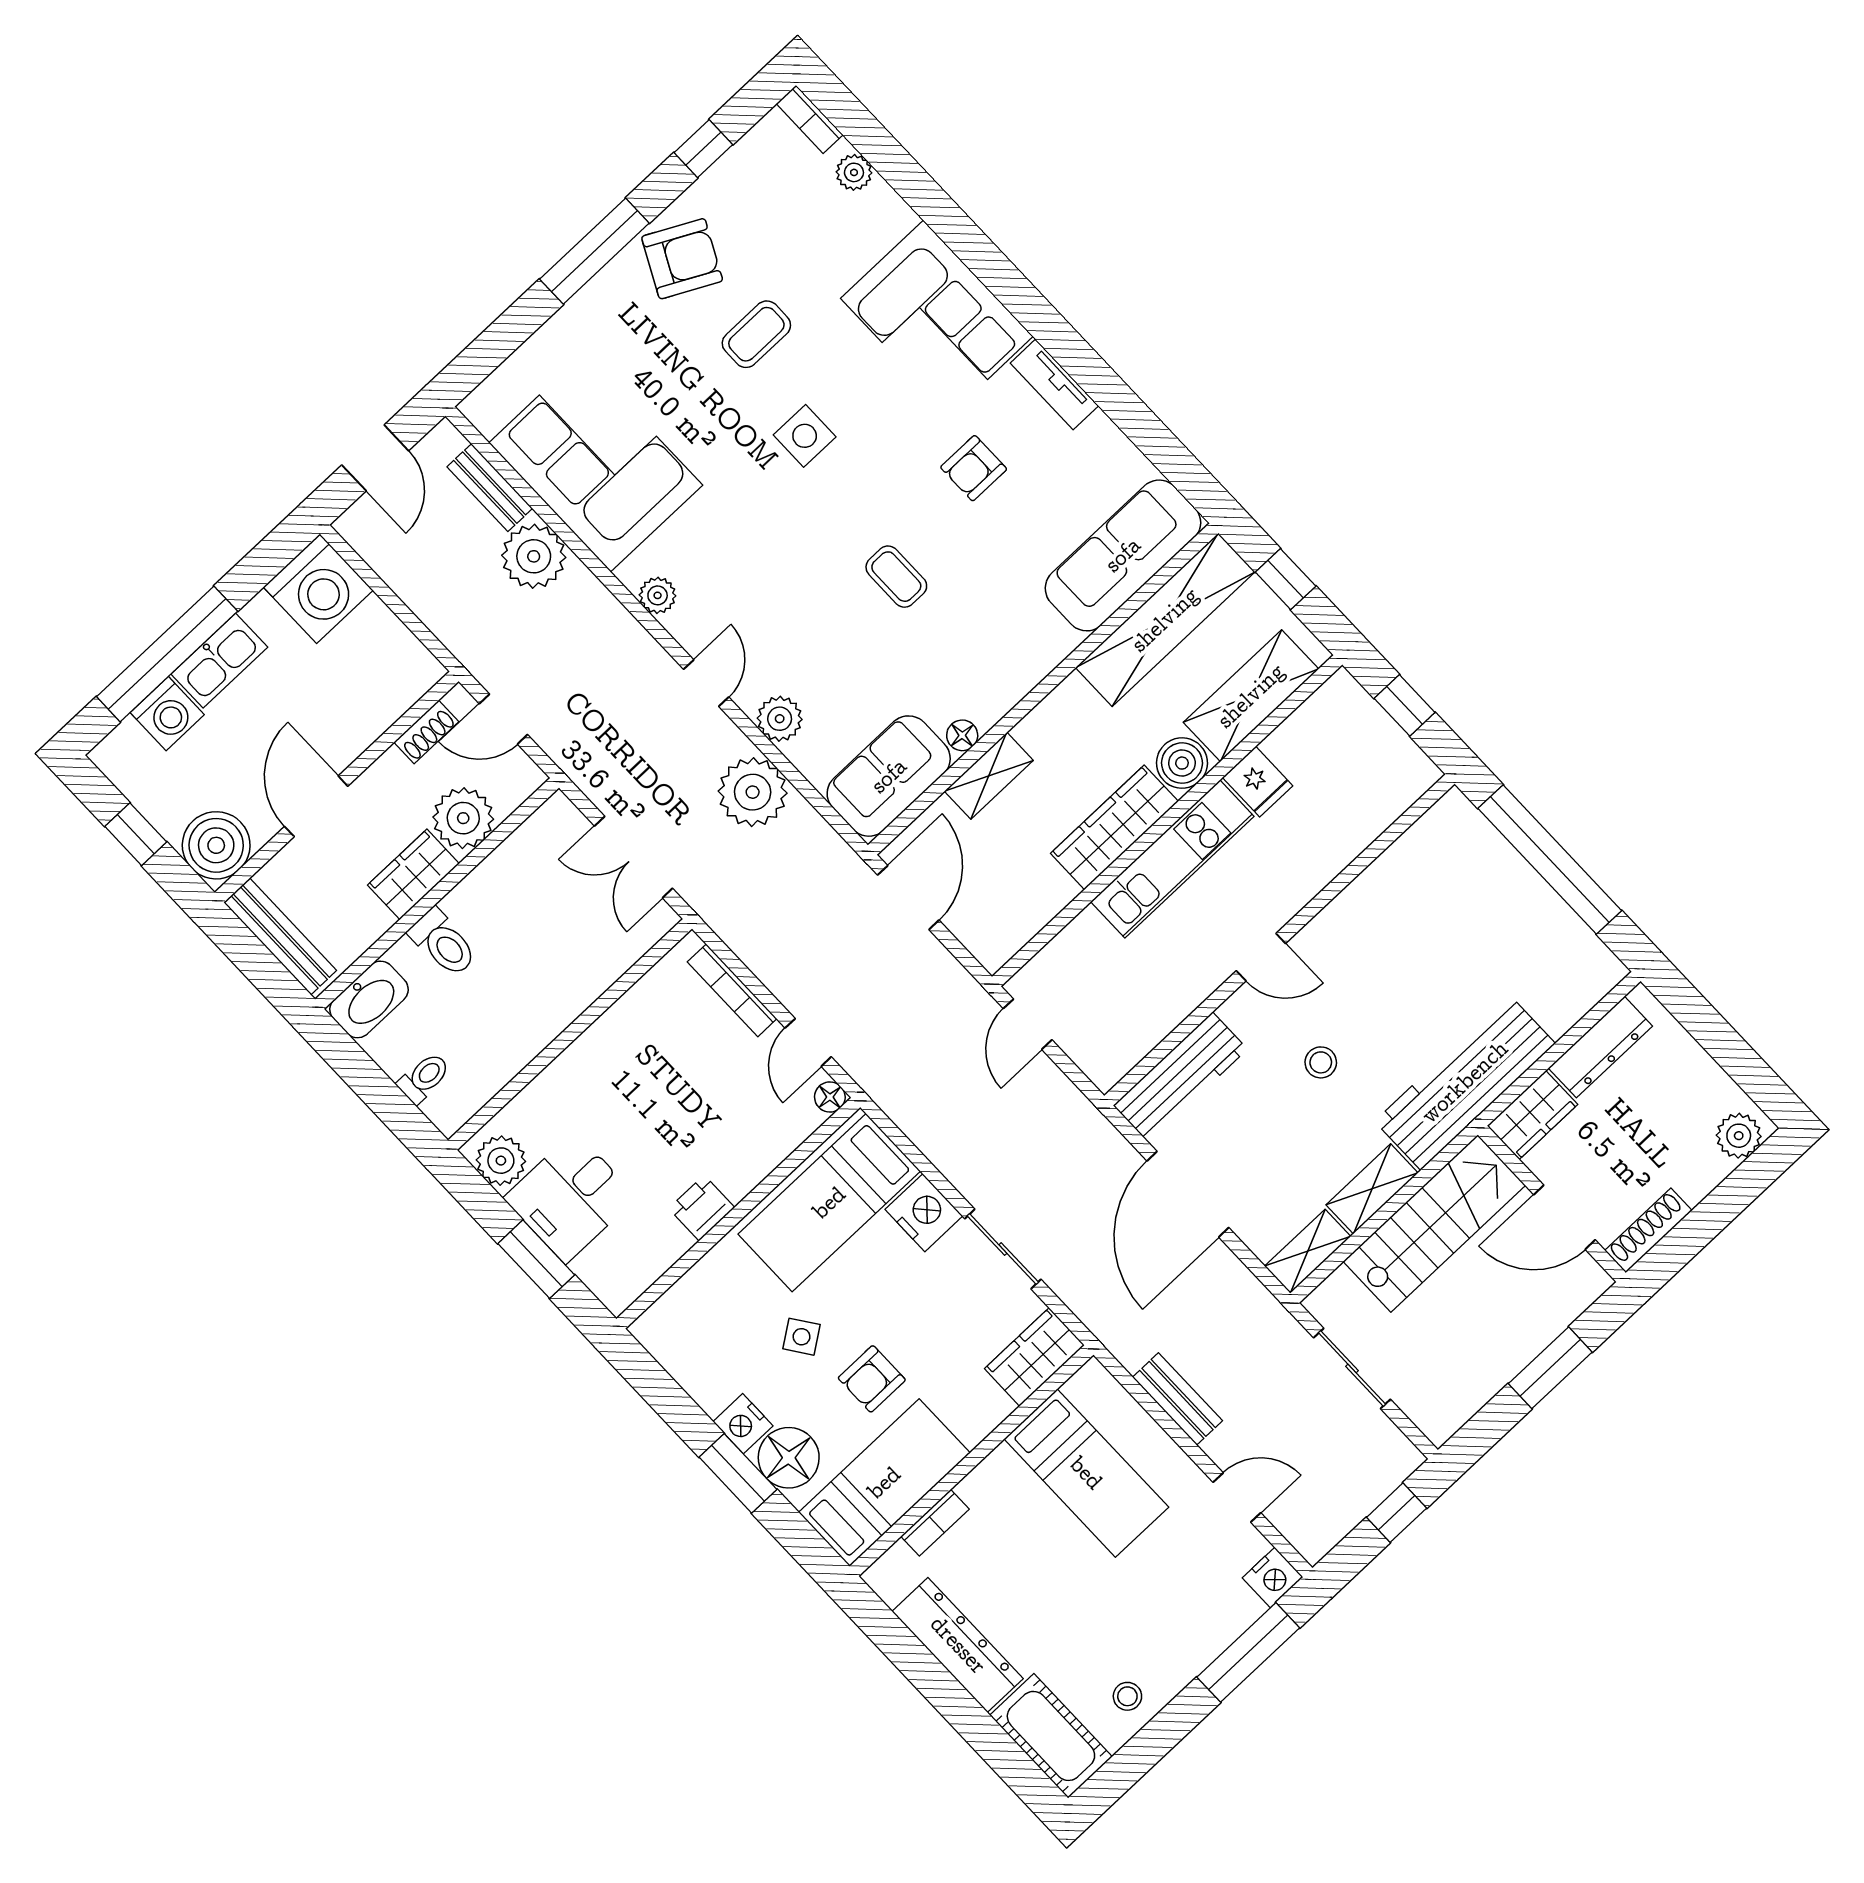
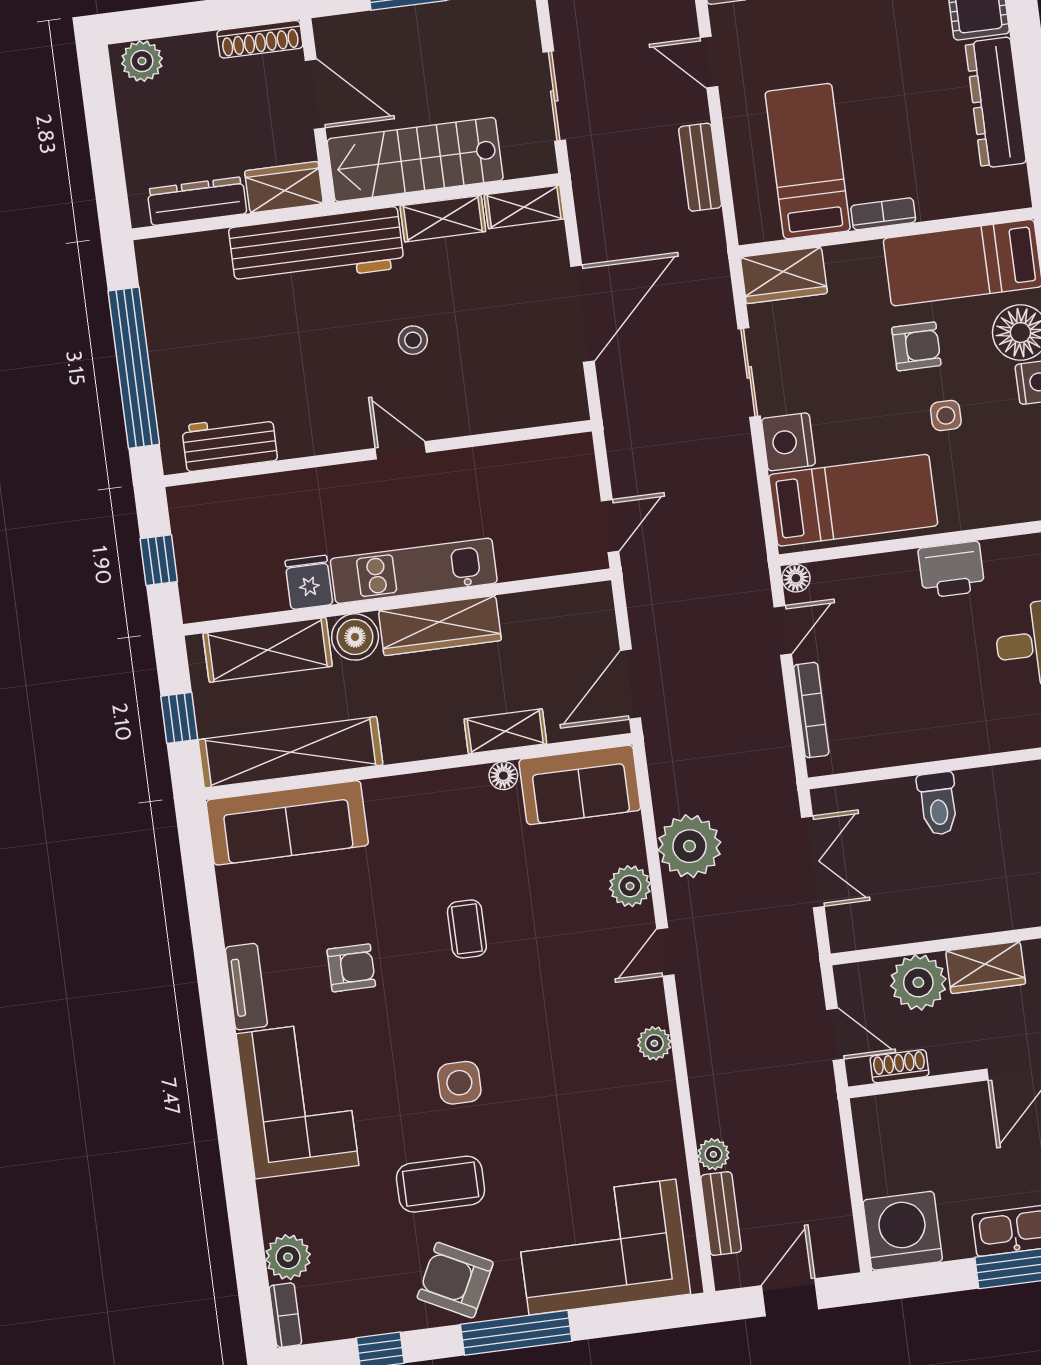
plant: (854, 172) -> (288, 1257), width x1.38, depth x1.38
coffee table: (756, 334) -> (441, 1184), width x1.36, depth x1.30
corner sofa: (596, 464) -> (602, 1247), moved, turned 90
plant: (534, 556) -> (713, 1154), width x0.53, depth x0.53
toilet: (443, 943) -> (938, 804), moved, turned 180
workbench: (1180, 1077) -> (230, 443), moved, width x0.73
printer: (702, 1208) -> (951, 570), width x1.36, depth x1.24
side table: (802, 1337) -> (946, 415), turned 35
bookcase: (935, 1523) -> (883, 214), moved

